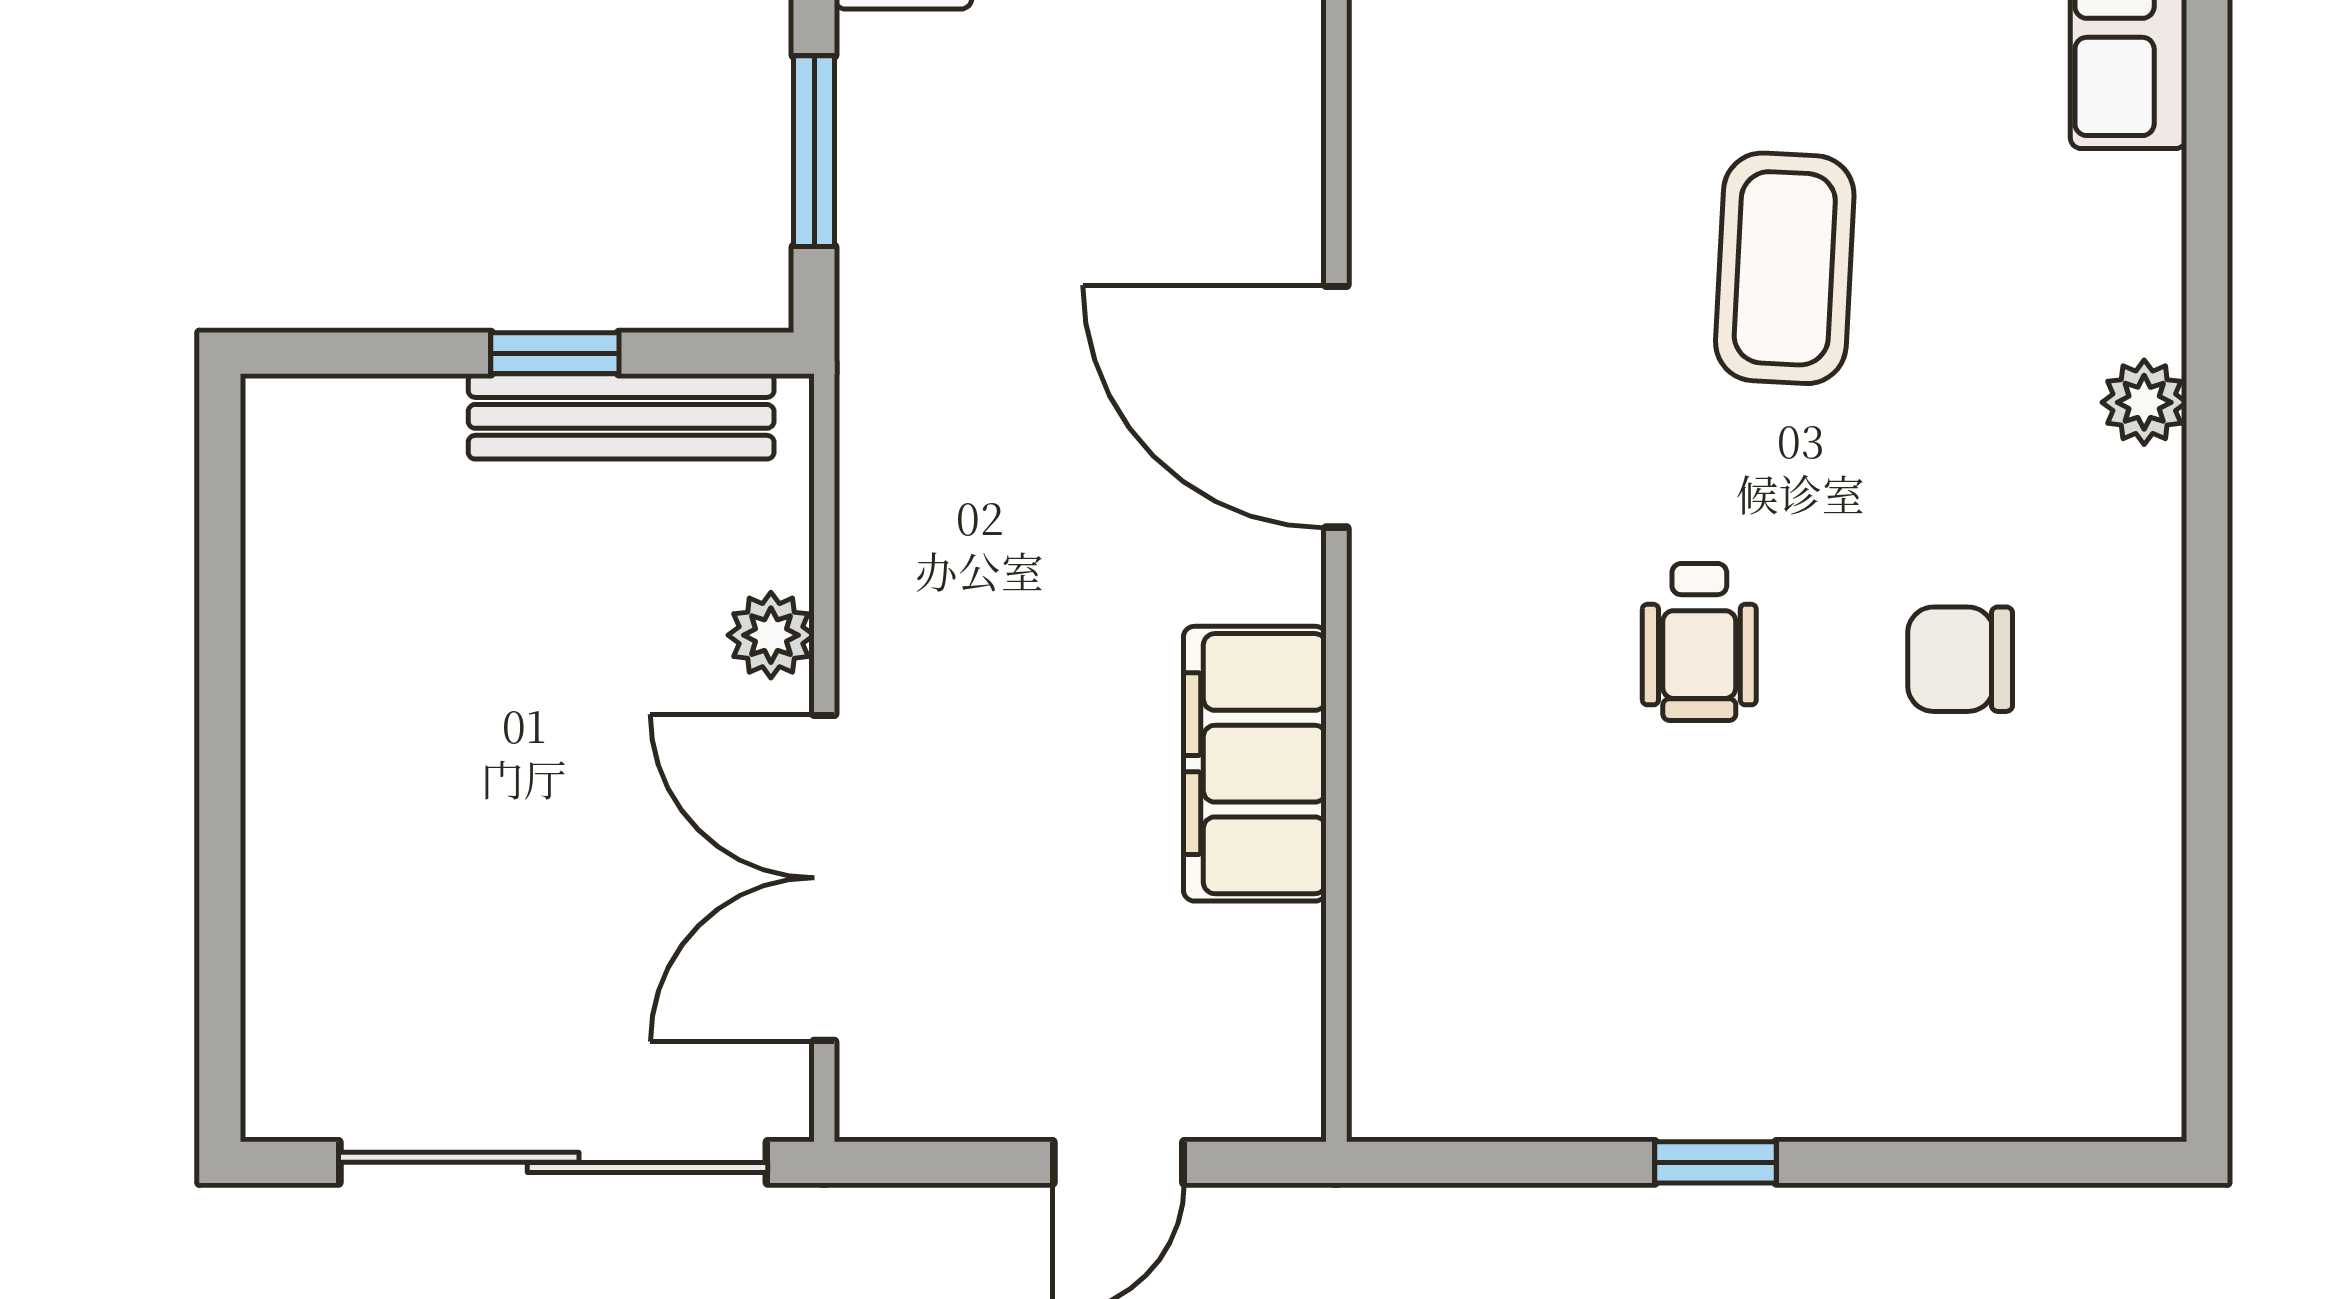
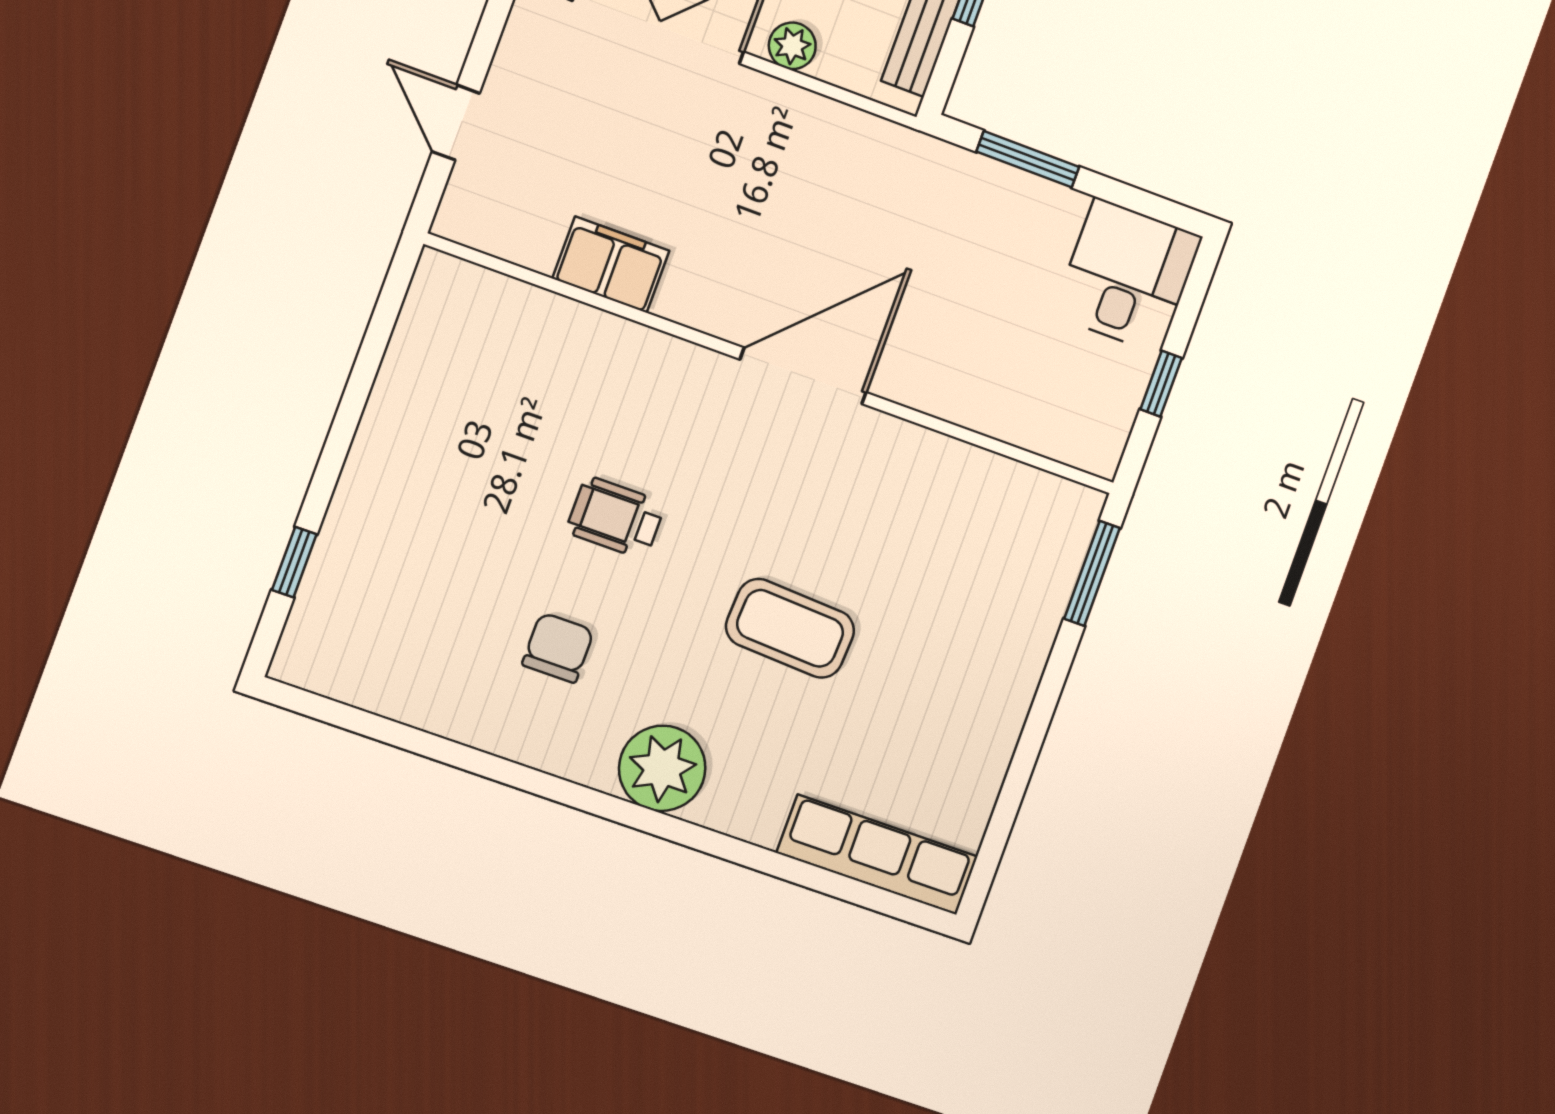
plant: (2144, 402) -> (662, 768), width x1.87, depth x1.87
filing cabinet: (1255, 764) -> (611, 265), width x0.67, depth x0.86
window: (1716, 1162) -> (294, 562), moved

